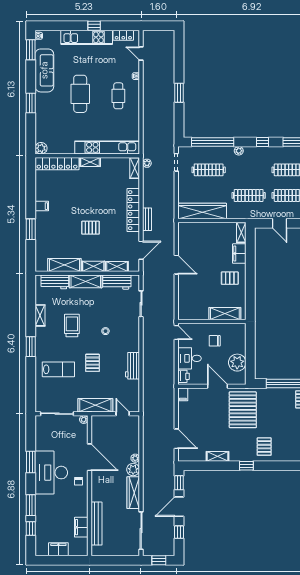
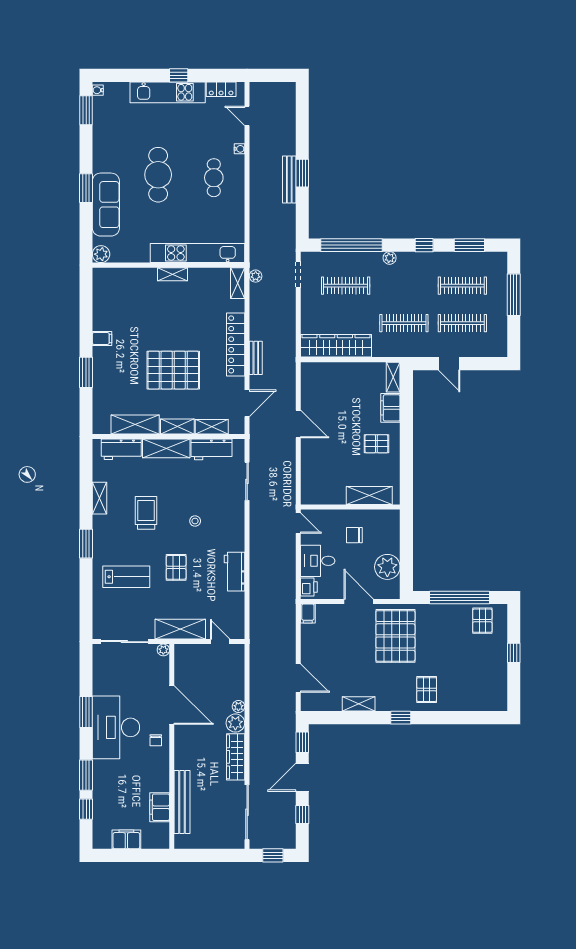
sofa: (44, 70) -> (106, 205), moved
bench: (170, 97) -> (289, 179), added
locker: (57, 164) -> (124, 277), removed
pallet: (91, 228) -> (173, 370), width x2.05, depth x2.00

